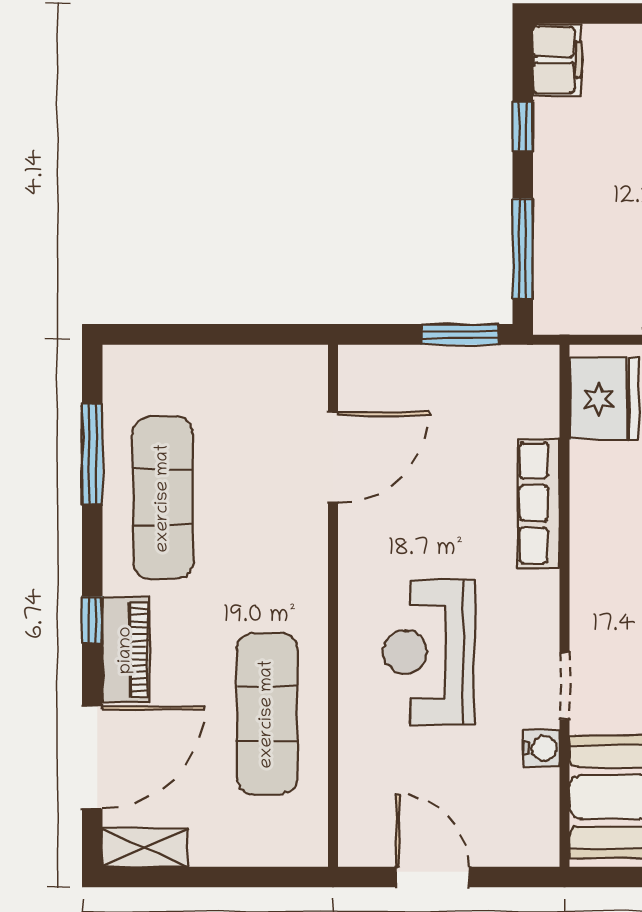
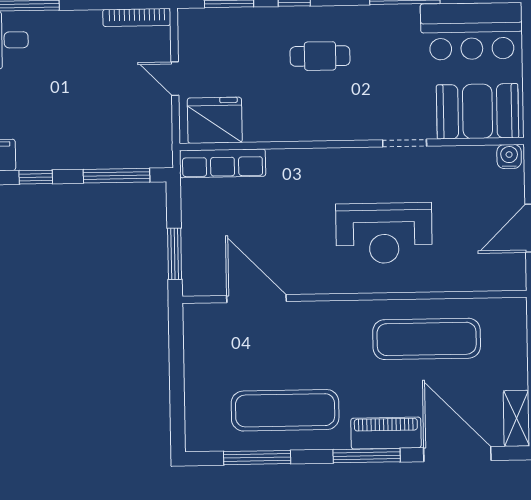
window: (460, 334) -> (175, 254), moved
row of seats: (539, 503) -> (223, 163), moved
window: (92, 620) -> (367, 456), width x2.17
water cooler: (541, 748) -> (509, 156), moved

